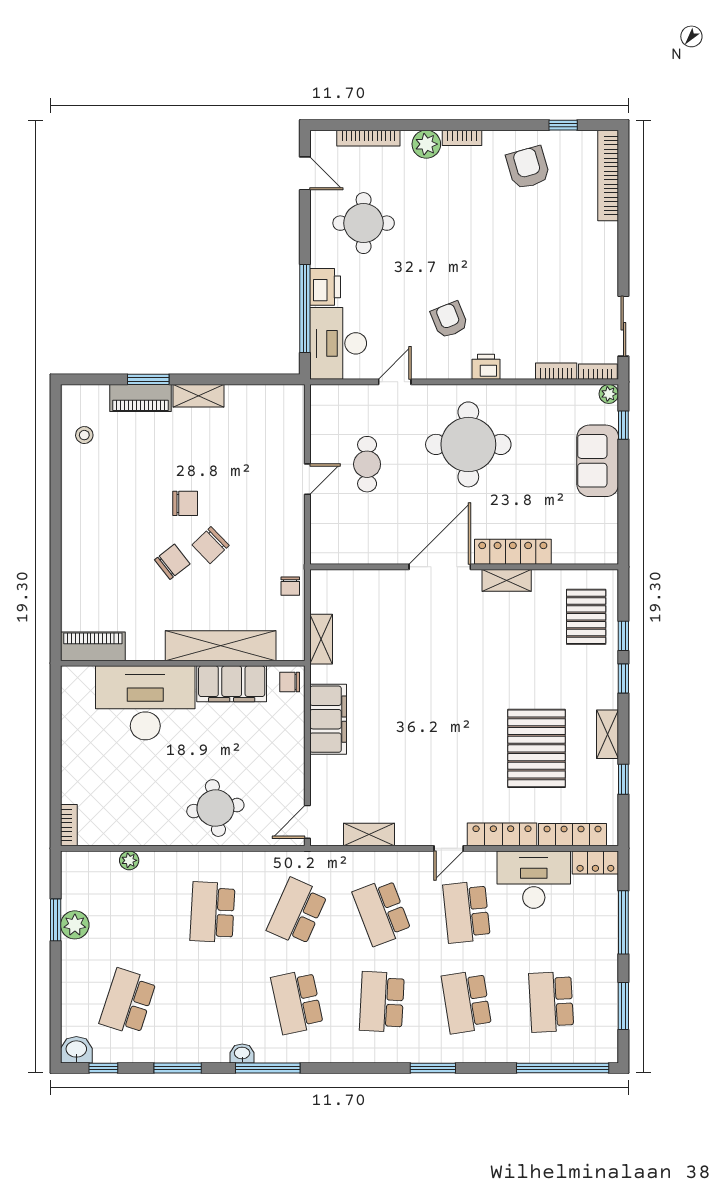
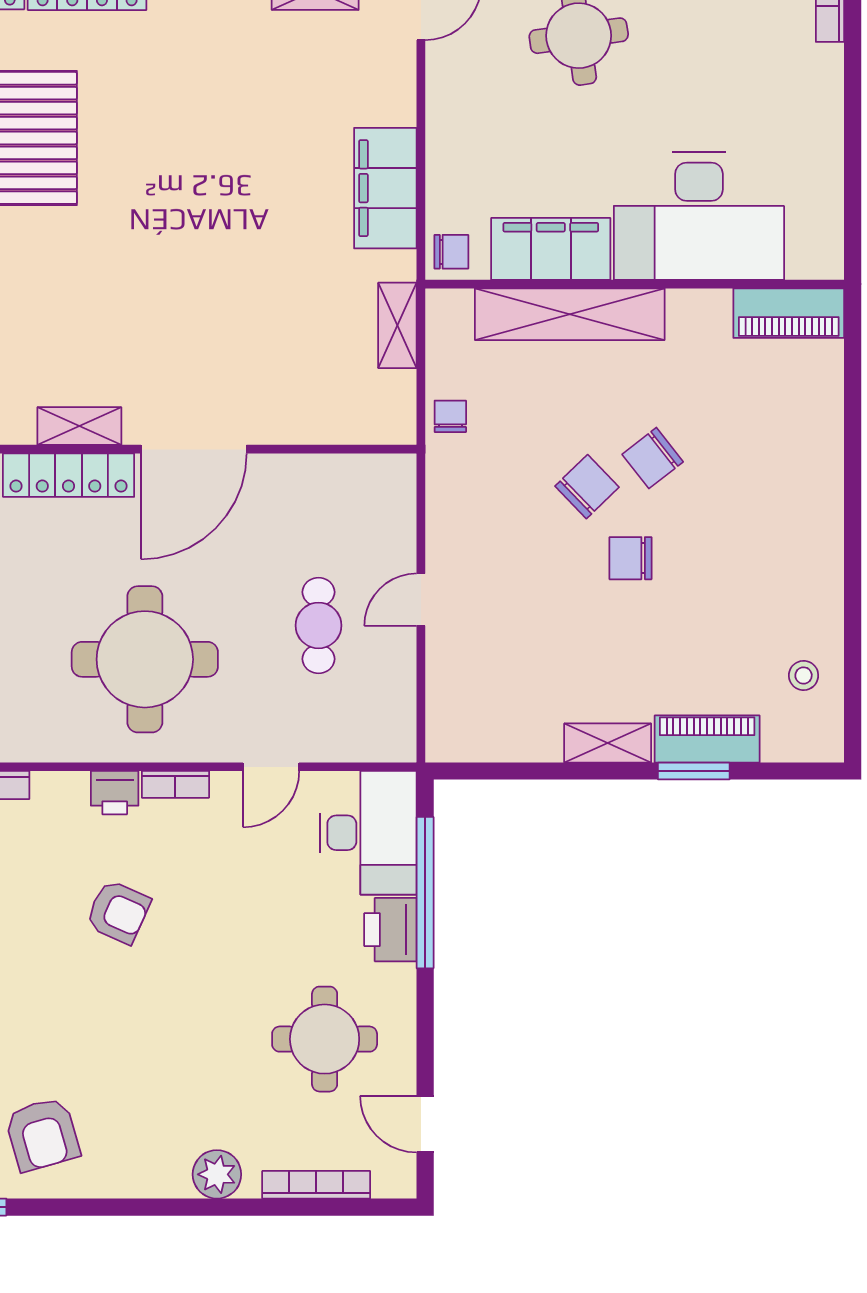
bookcase: (462, 138) -> (175, 784), moved, turned 180
armchair: (449, 320) -> (118, 912), moved, turned -44

